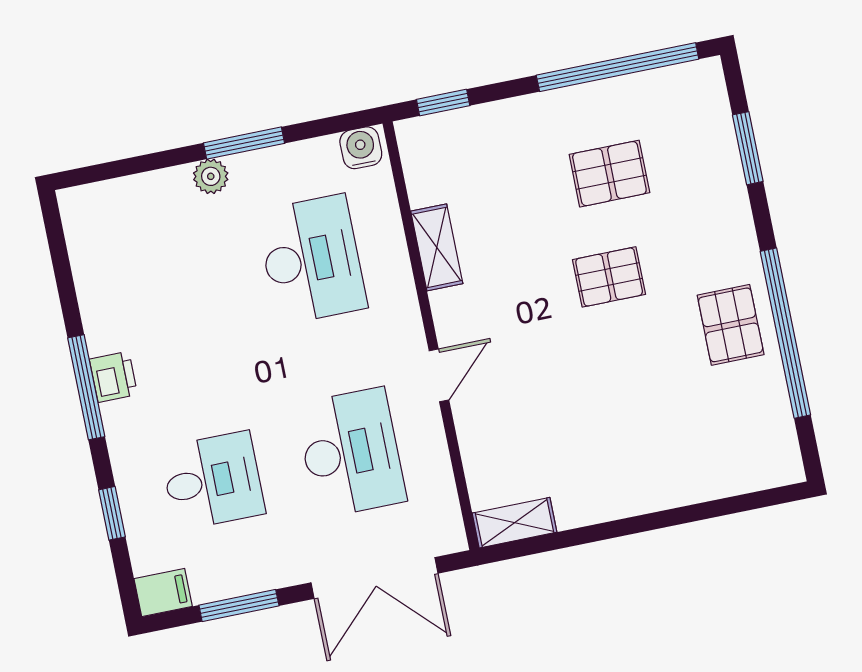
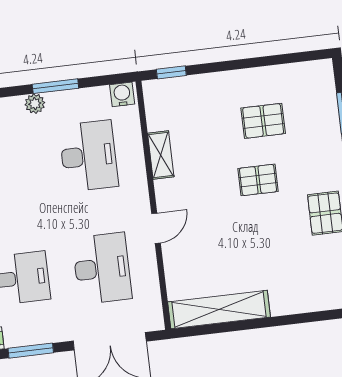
window: (618, 67) -> (273, 60), removed
shelving: (515, 523) -> (219, 310), width x2.20, depth x1.33

